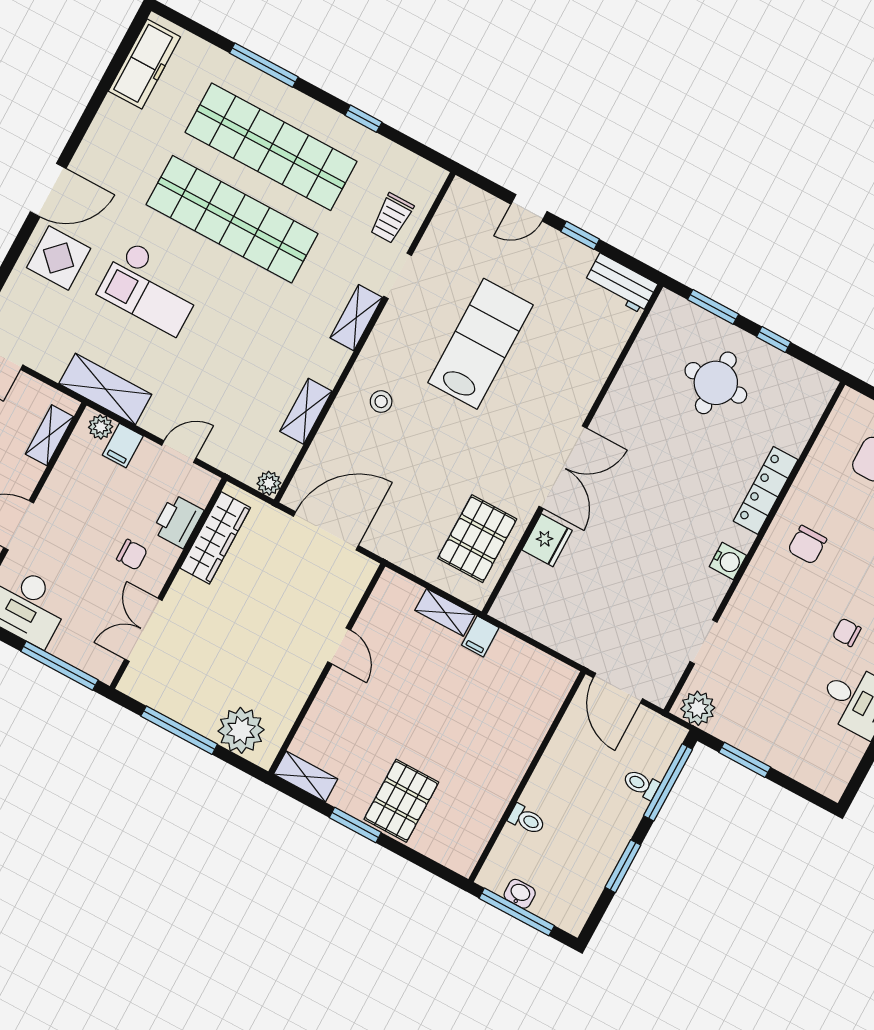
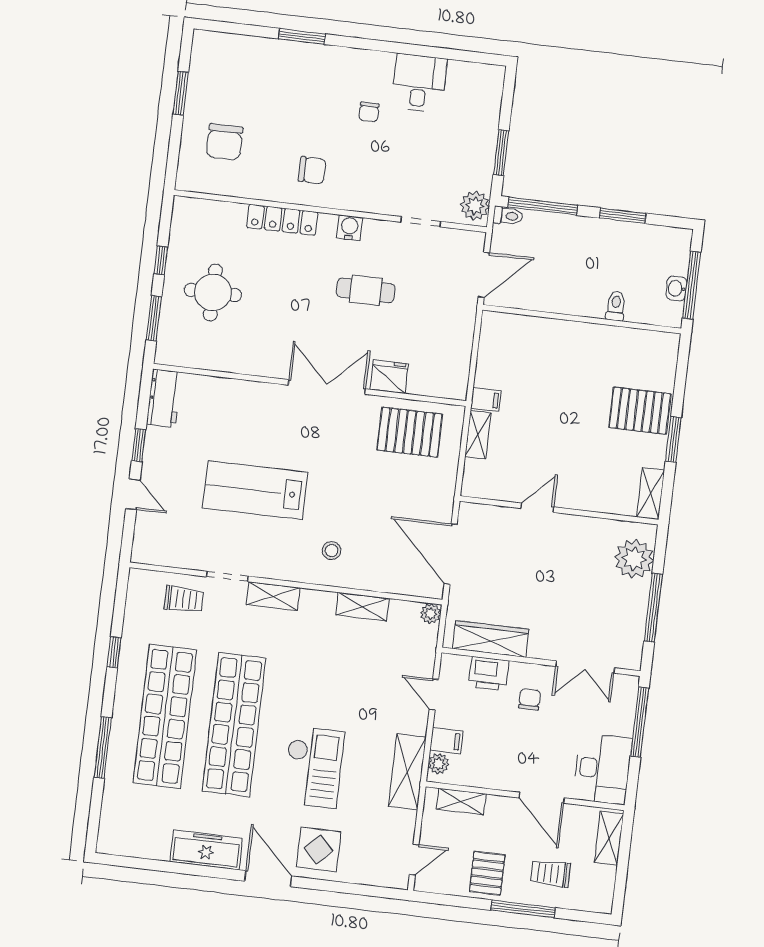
freezer: (144, 64) -> (206, 850), moved
cafe table: (652, 552) -> (366, 290), added
toilet: (641, 784) -> (508, 216), moved, turned -90

